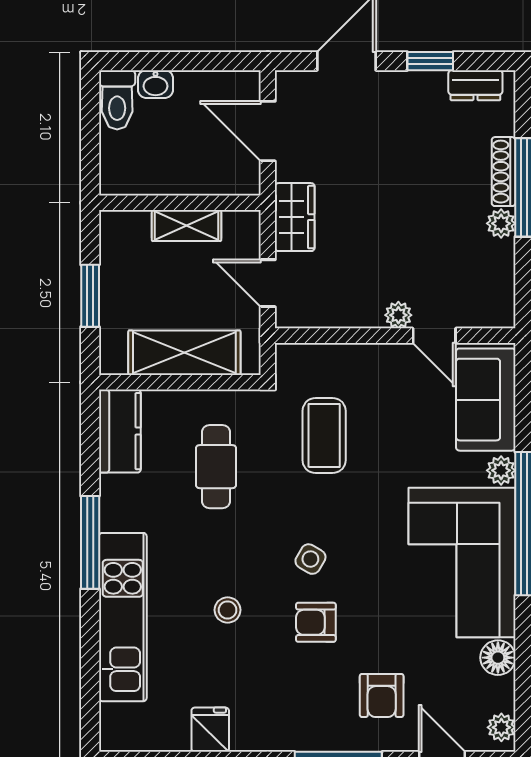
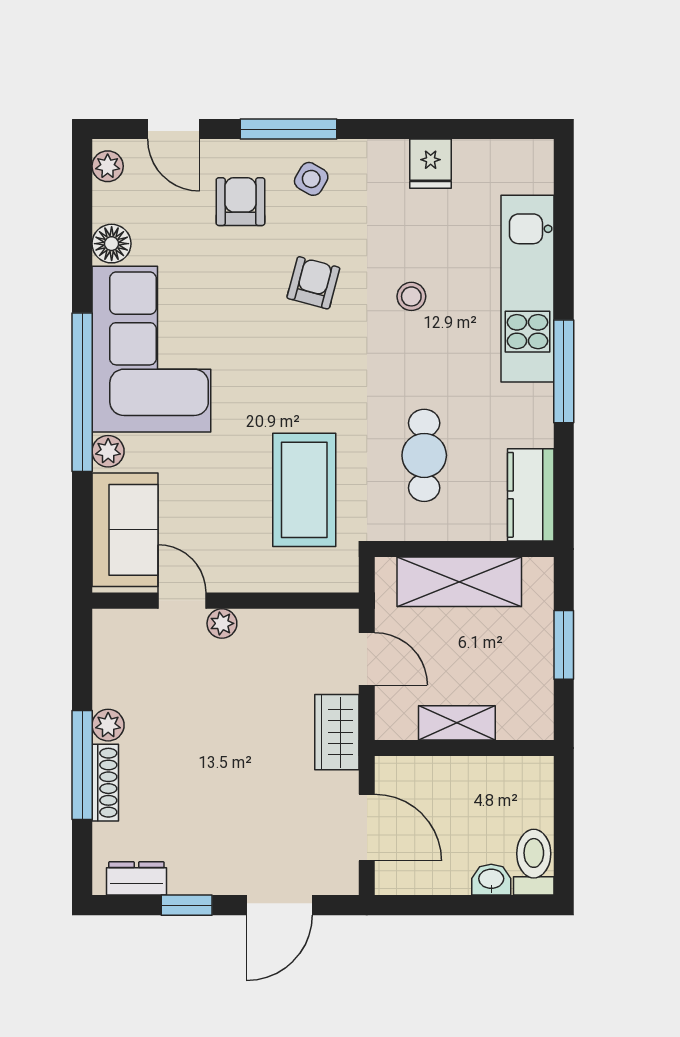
coffee table: (324, 436) -> (304, 490), width x1.36, depth x1.32
side table: (310, 559) -> (311, 179), moved
armchair: (316, 622) -> (313, 283), turned -75

